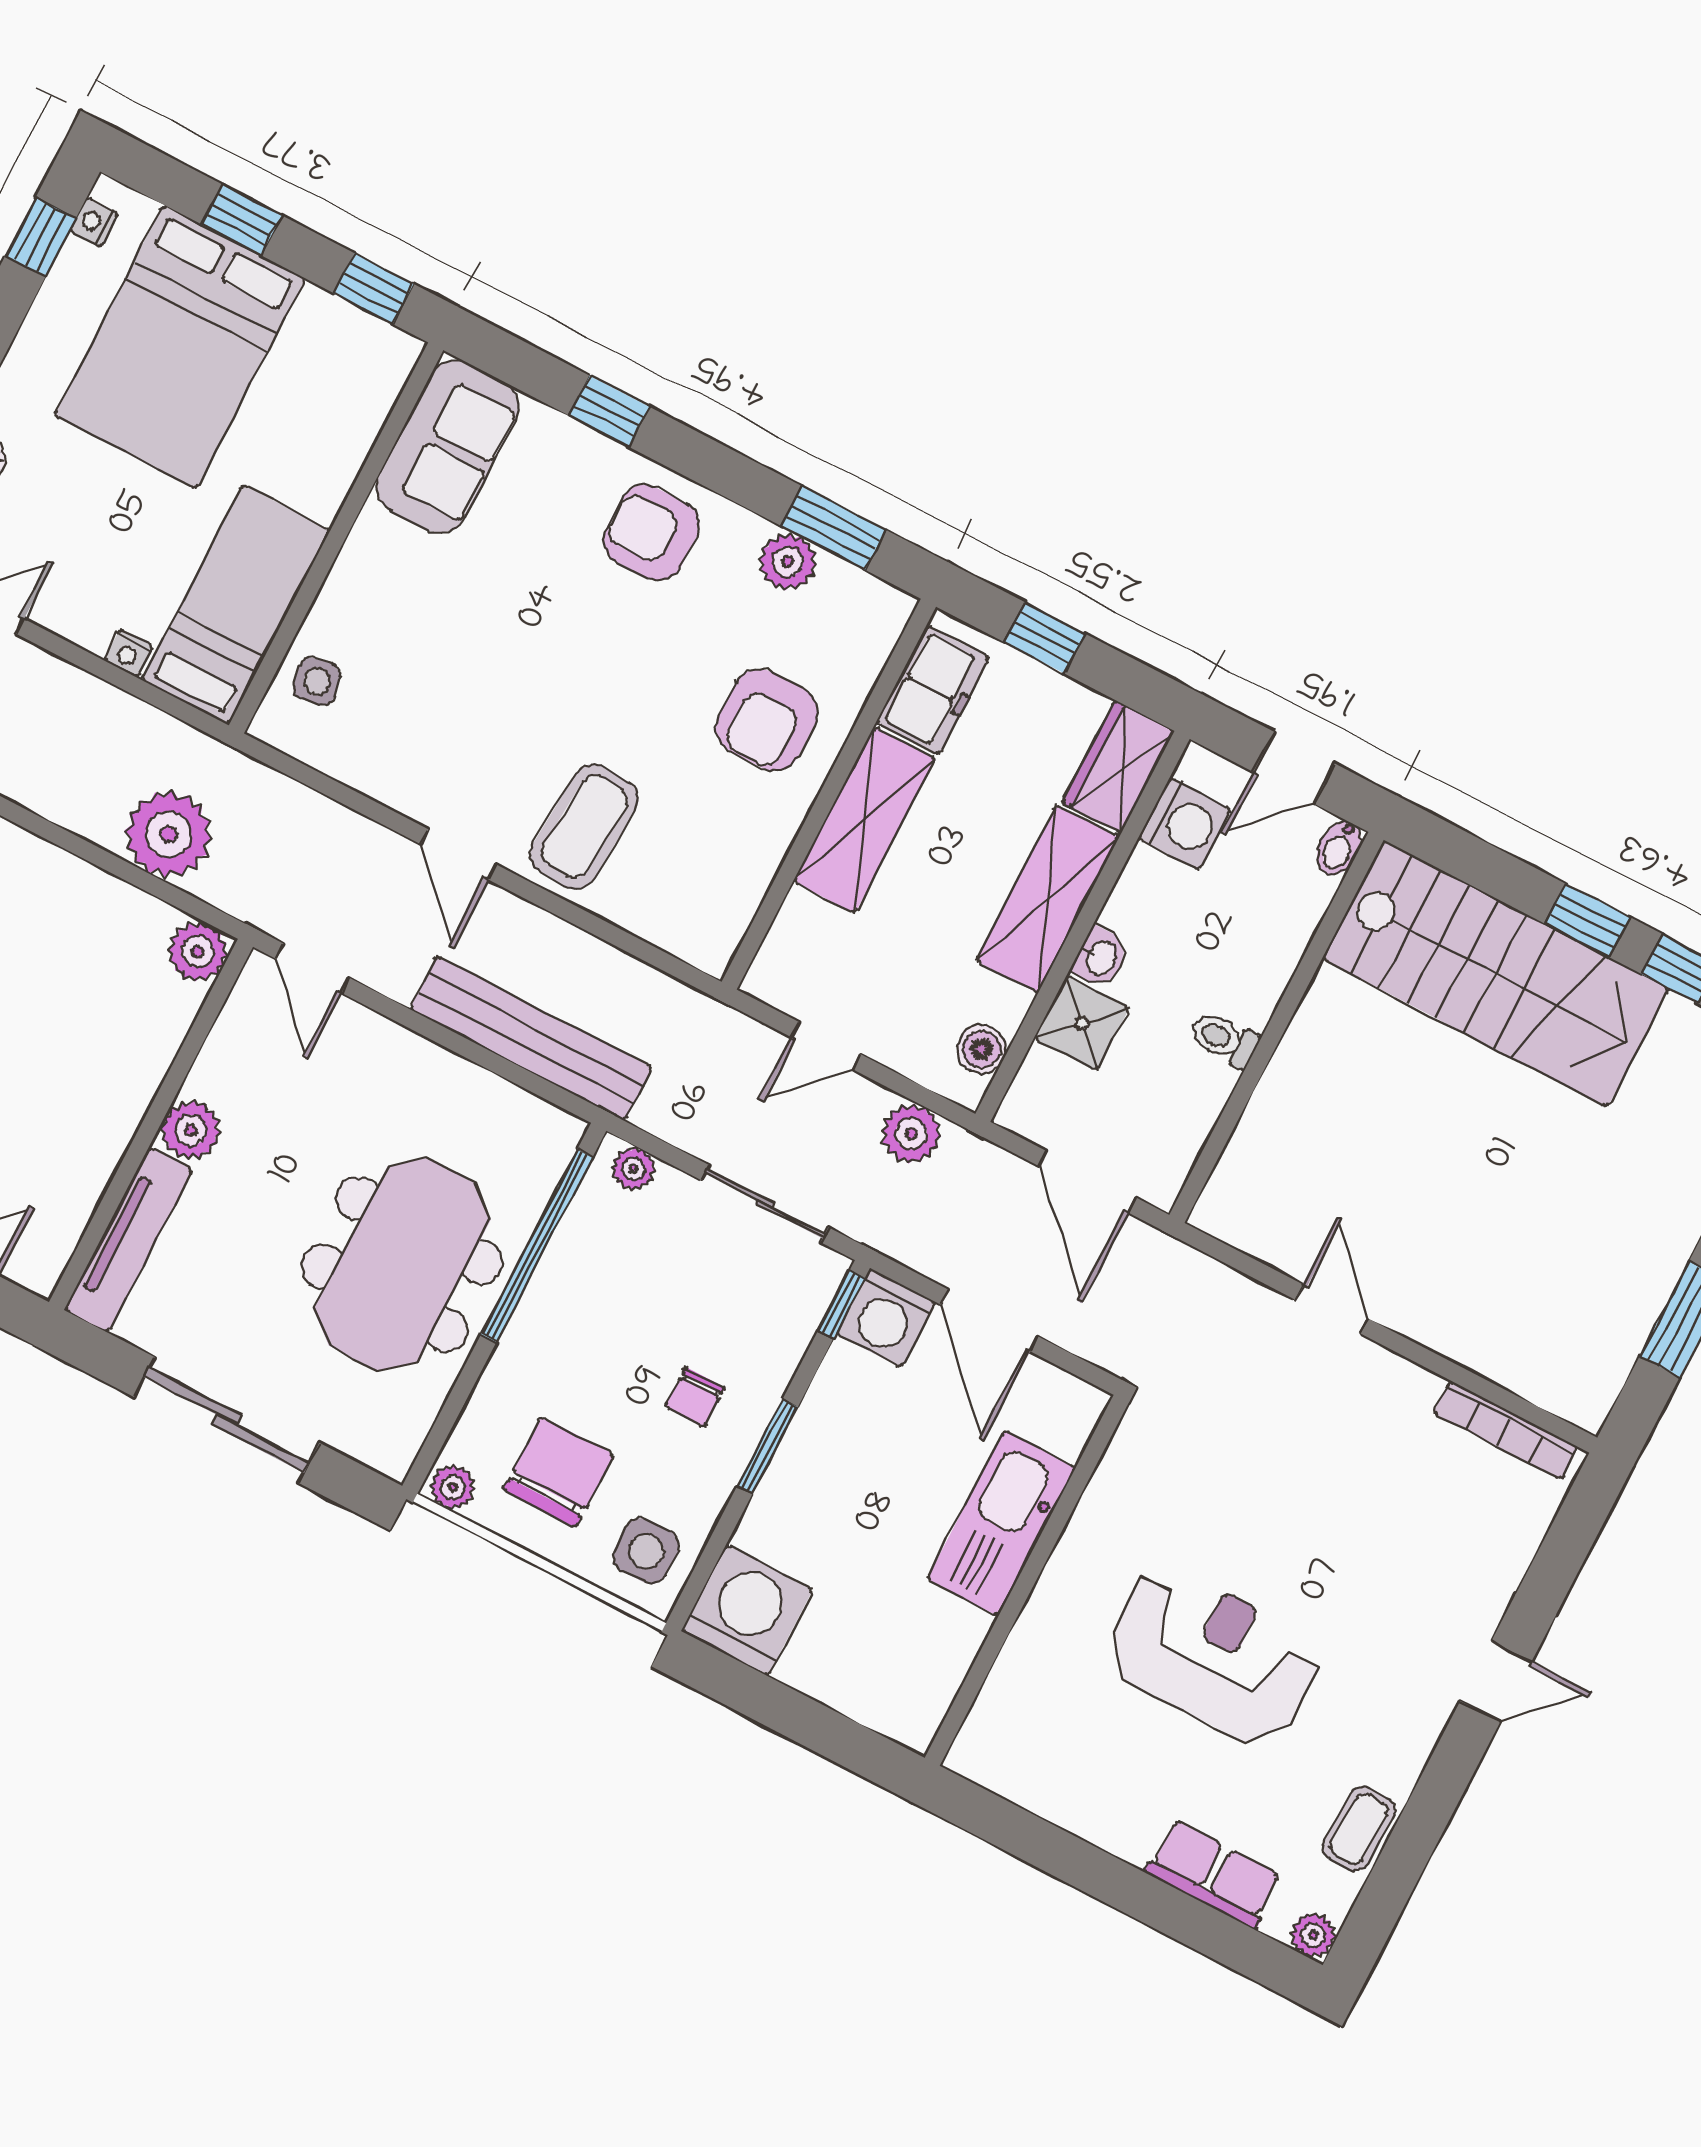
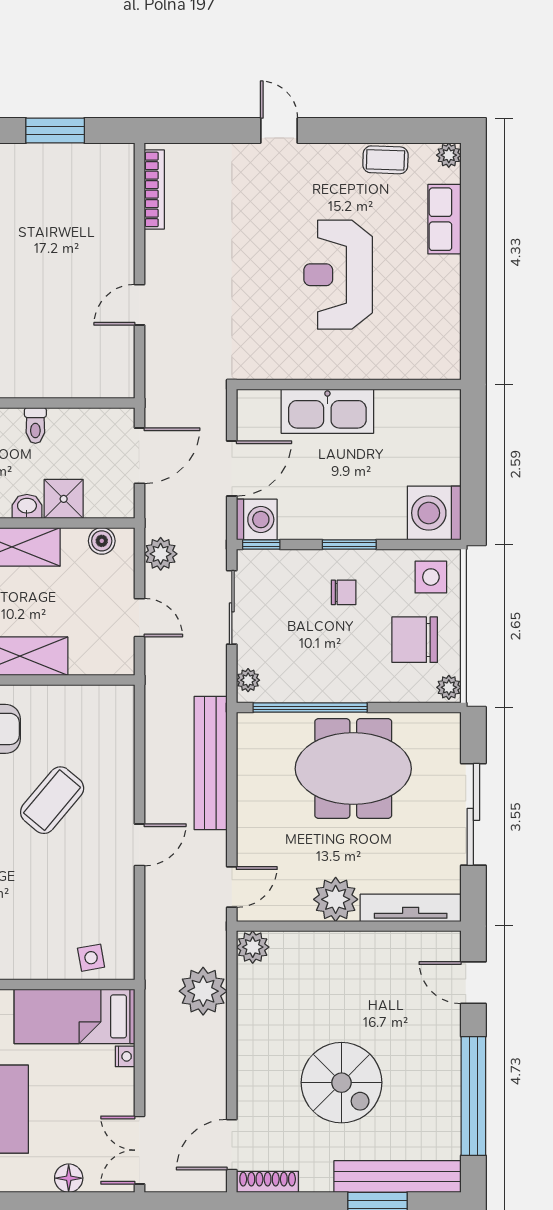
coffee table: (584, 827) -> (52, 800), moved, turned -54
plant: (191, 1130) -> (336, 899), width x1.36, depth x1.36

